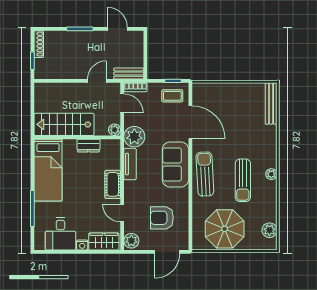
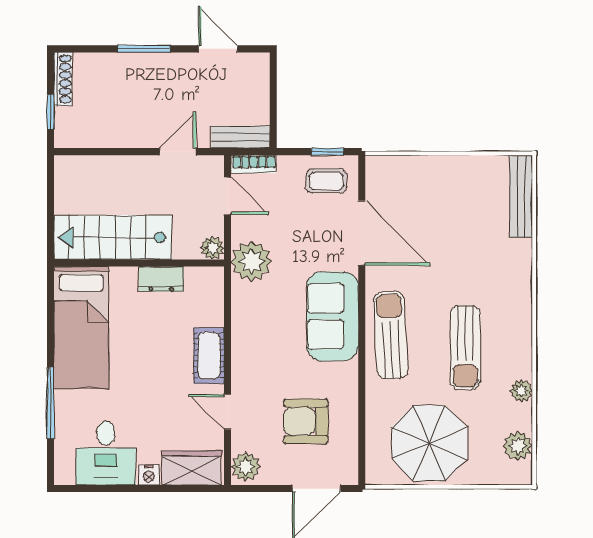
tv unit: (130, 164) -> (243, 315), removed
plant: (271, 174) -> (521, 391), moved

